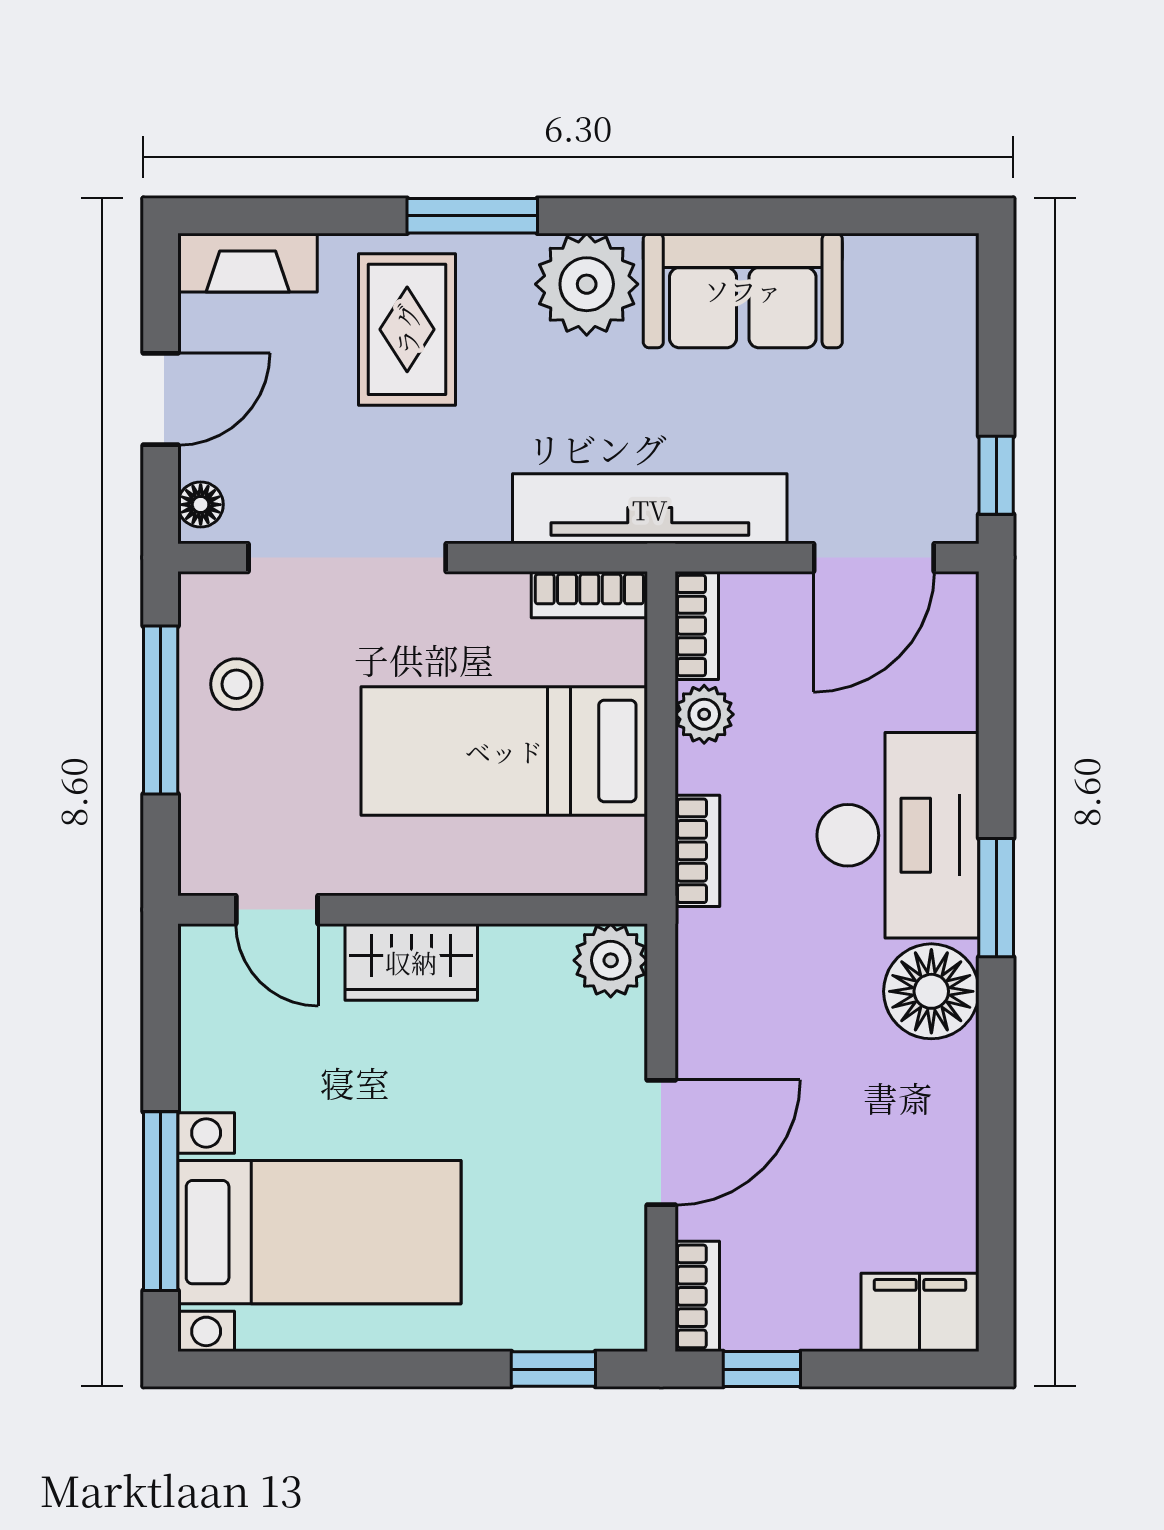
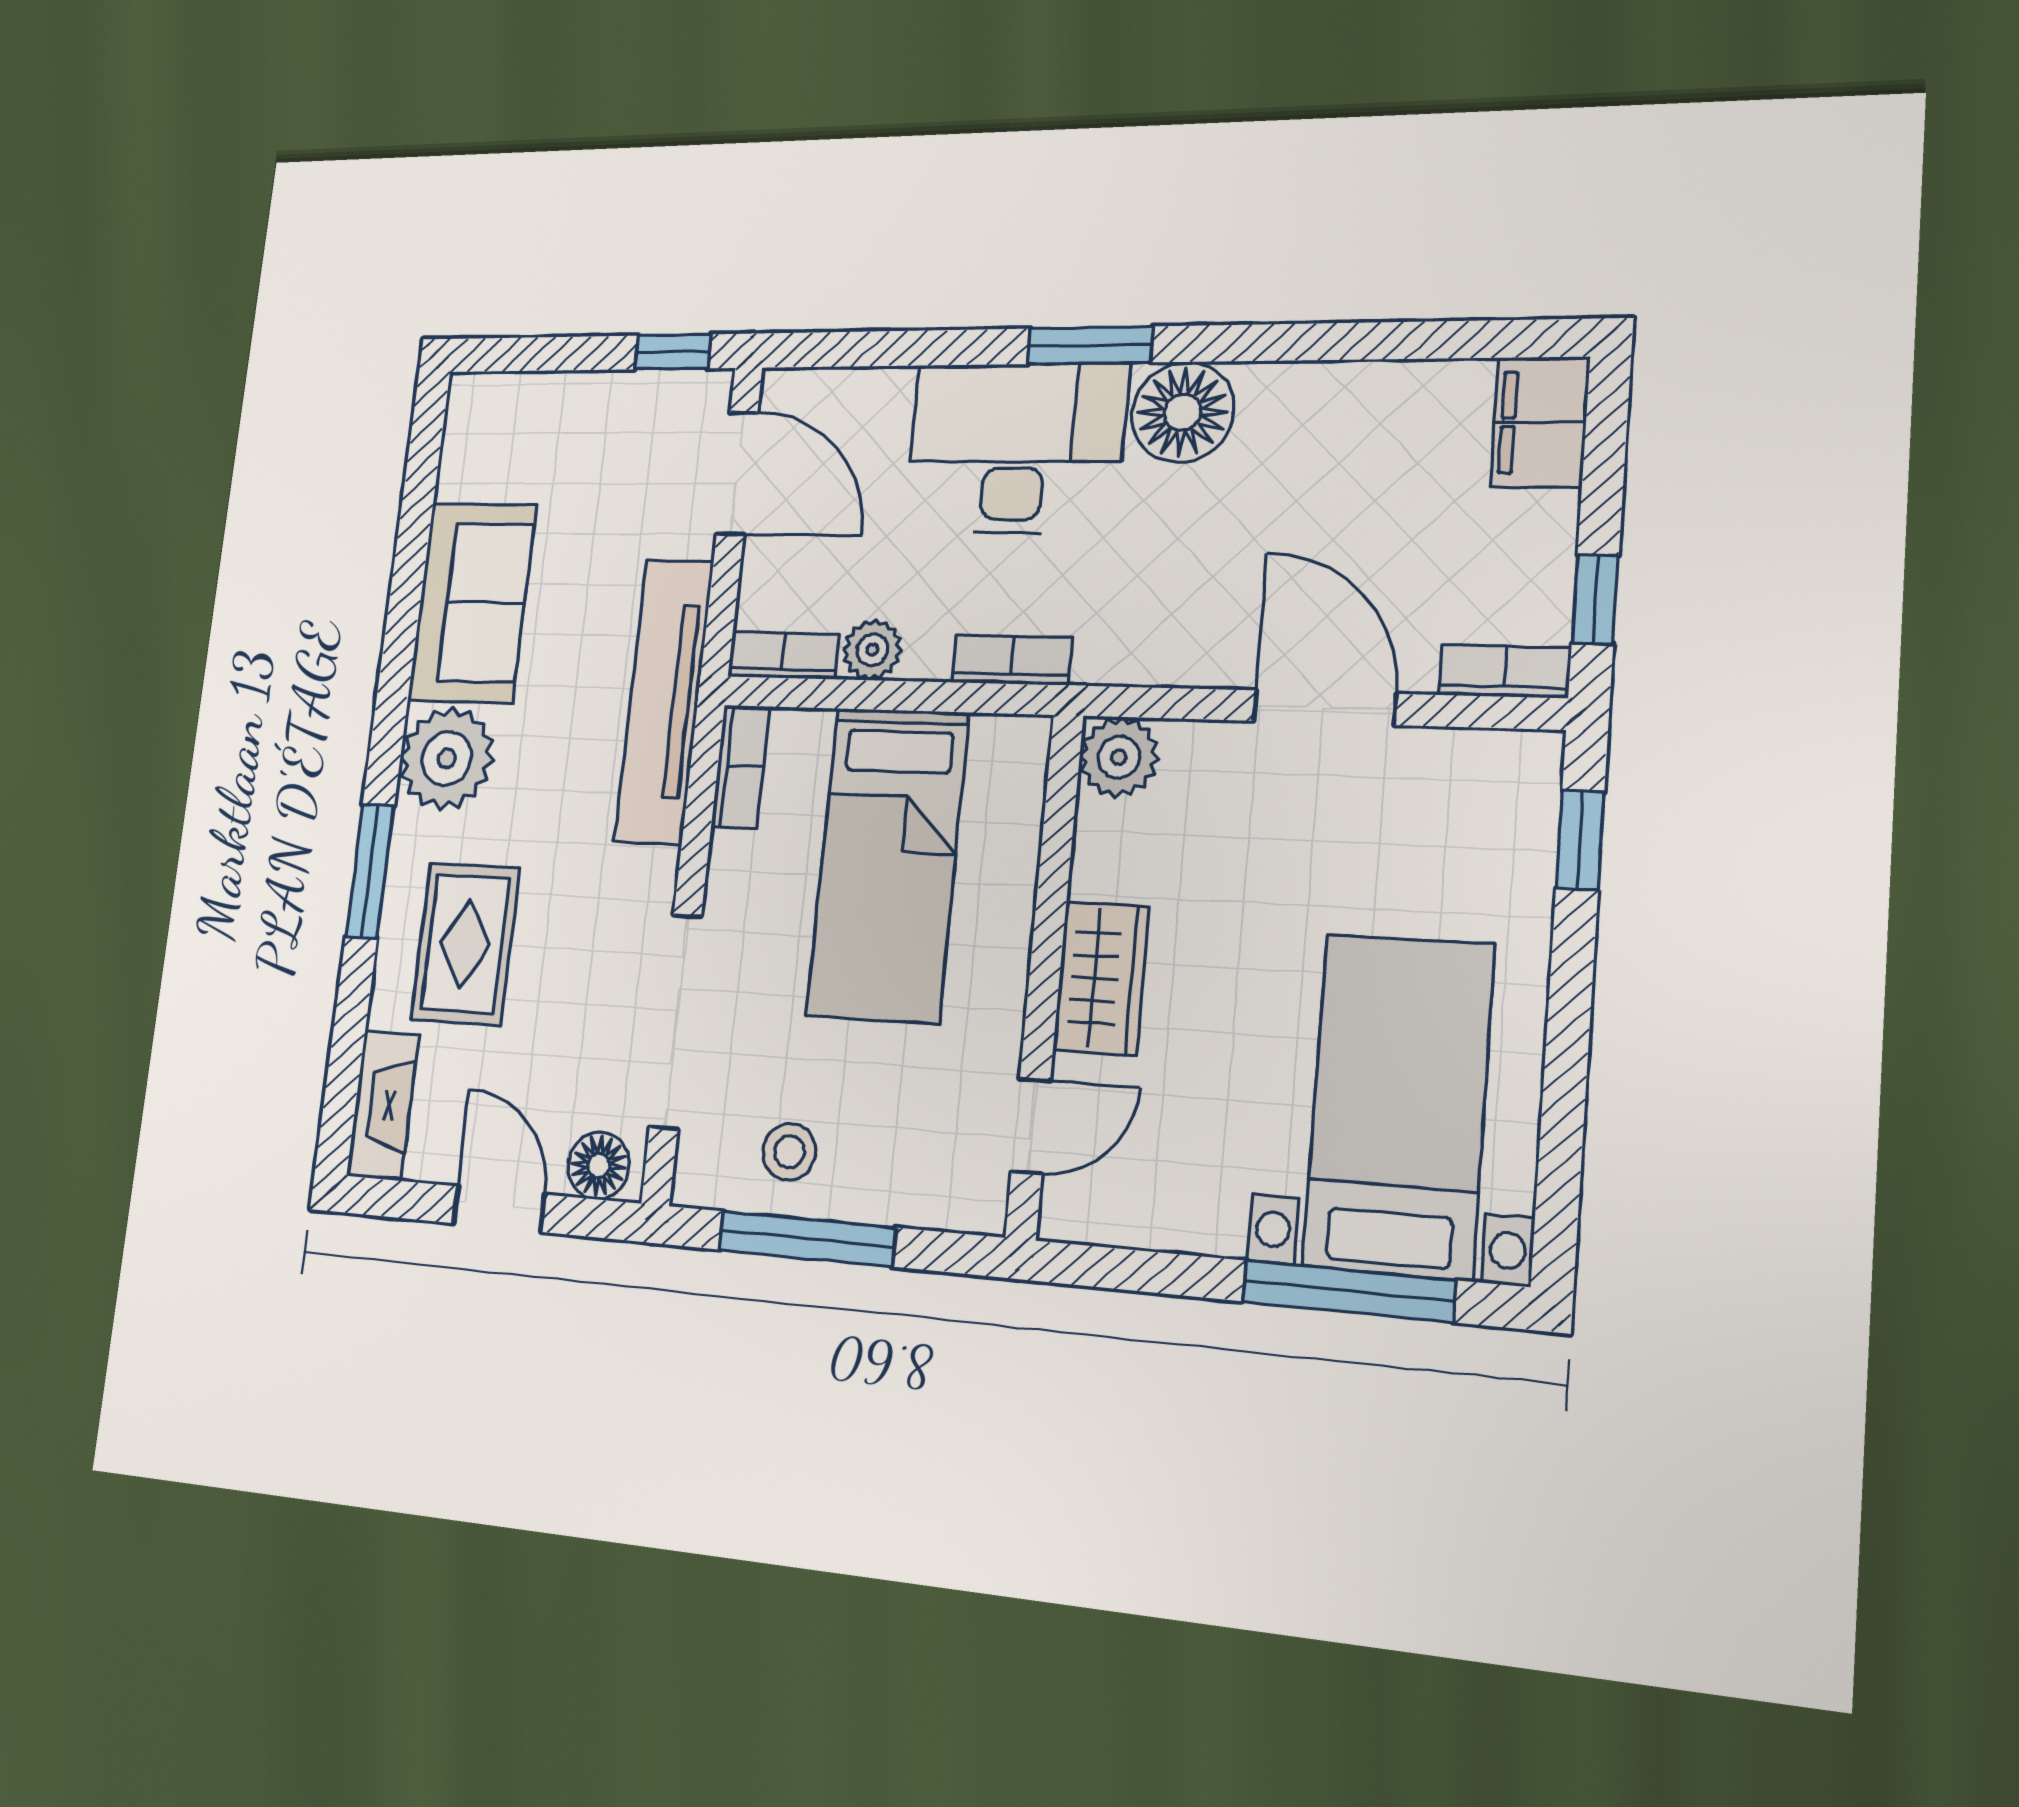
rug: (407, 329) -> (465, 944), turned 90
floor lamp: (201, 505) -> (598, 1165), width x1.37, depth x1.37

